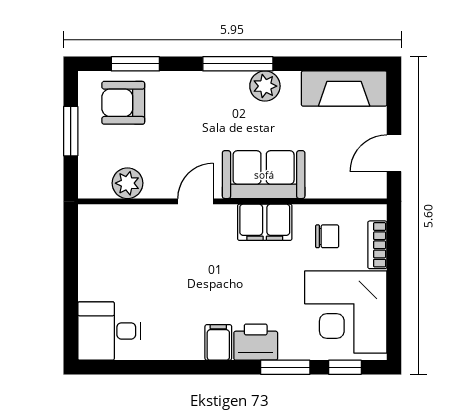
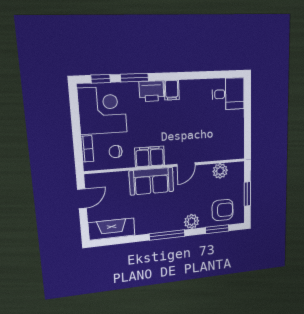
plant: (265, 86) -> (192, 221), moved

